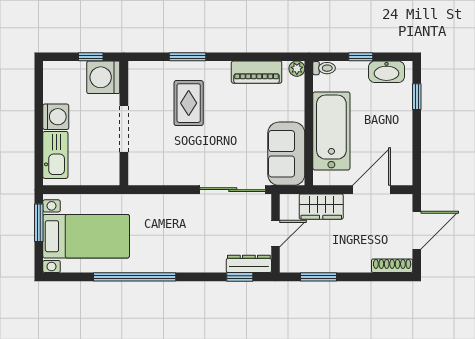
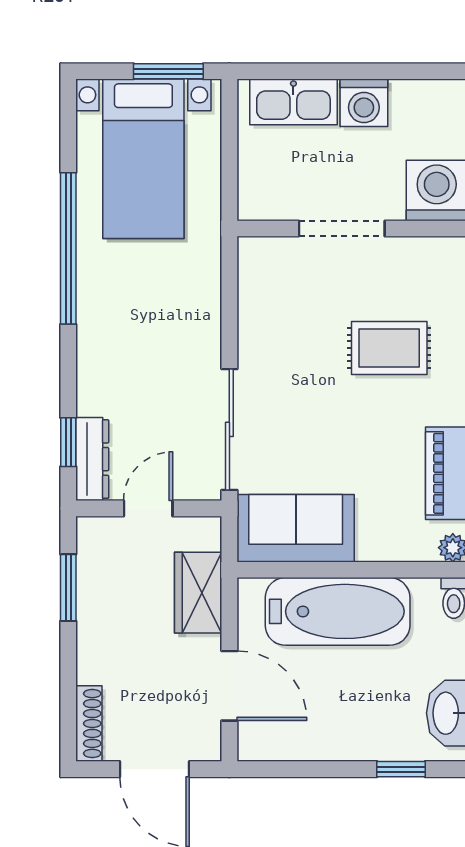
door: (276, 234) -> (148, 508), swing flipped

